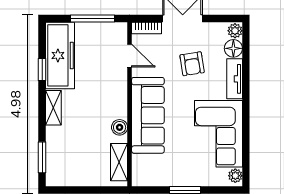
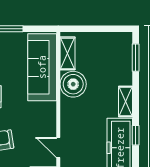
sofa: (148, 115) -> (42, 67), moved
boiler: (120, 127) -> (73, 84), width x1.86, depth x1.86

